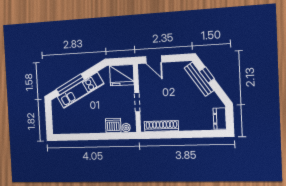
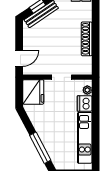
kitchen unit: (80, 90) -> (85, 138), moved, turned -152
shoe rack: (161, 126) -> (87, 39), moved

